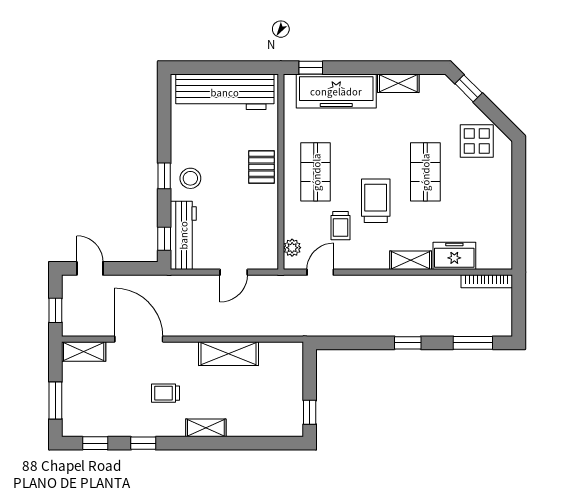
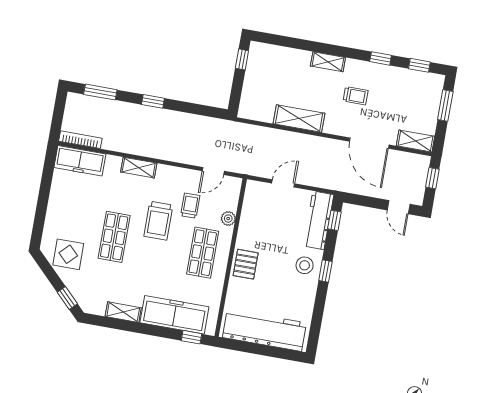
plant: (292, 248) -> (228, 219), moved
freezer: (454, 256) -> (80, 161), moved, width x1.40

